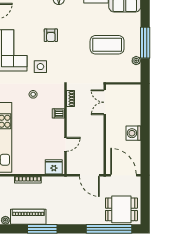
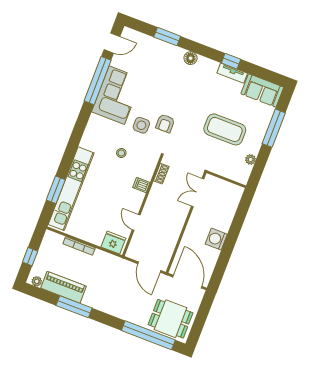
armchair: (51, 35) -> (165, 123), moved
window: (145, 43) -> (274, 128), moved
door: (66, 144) -> (136, 222), swing flipped

